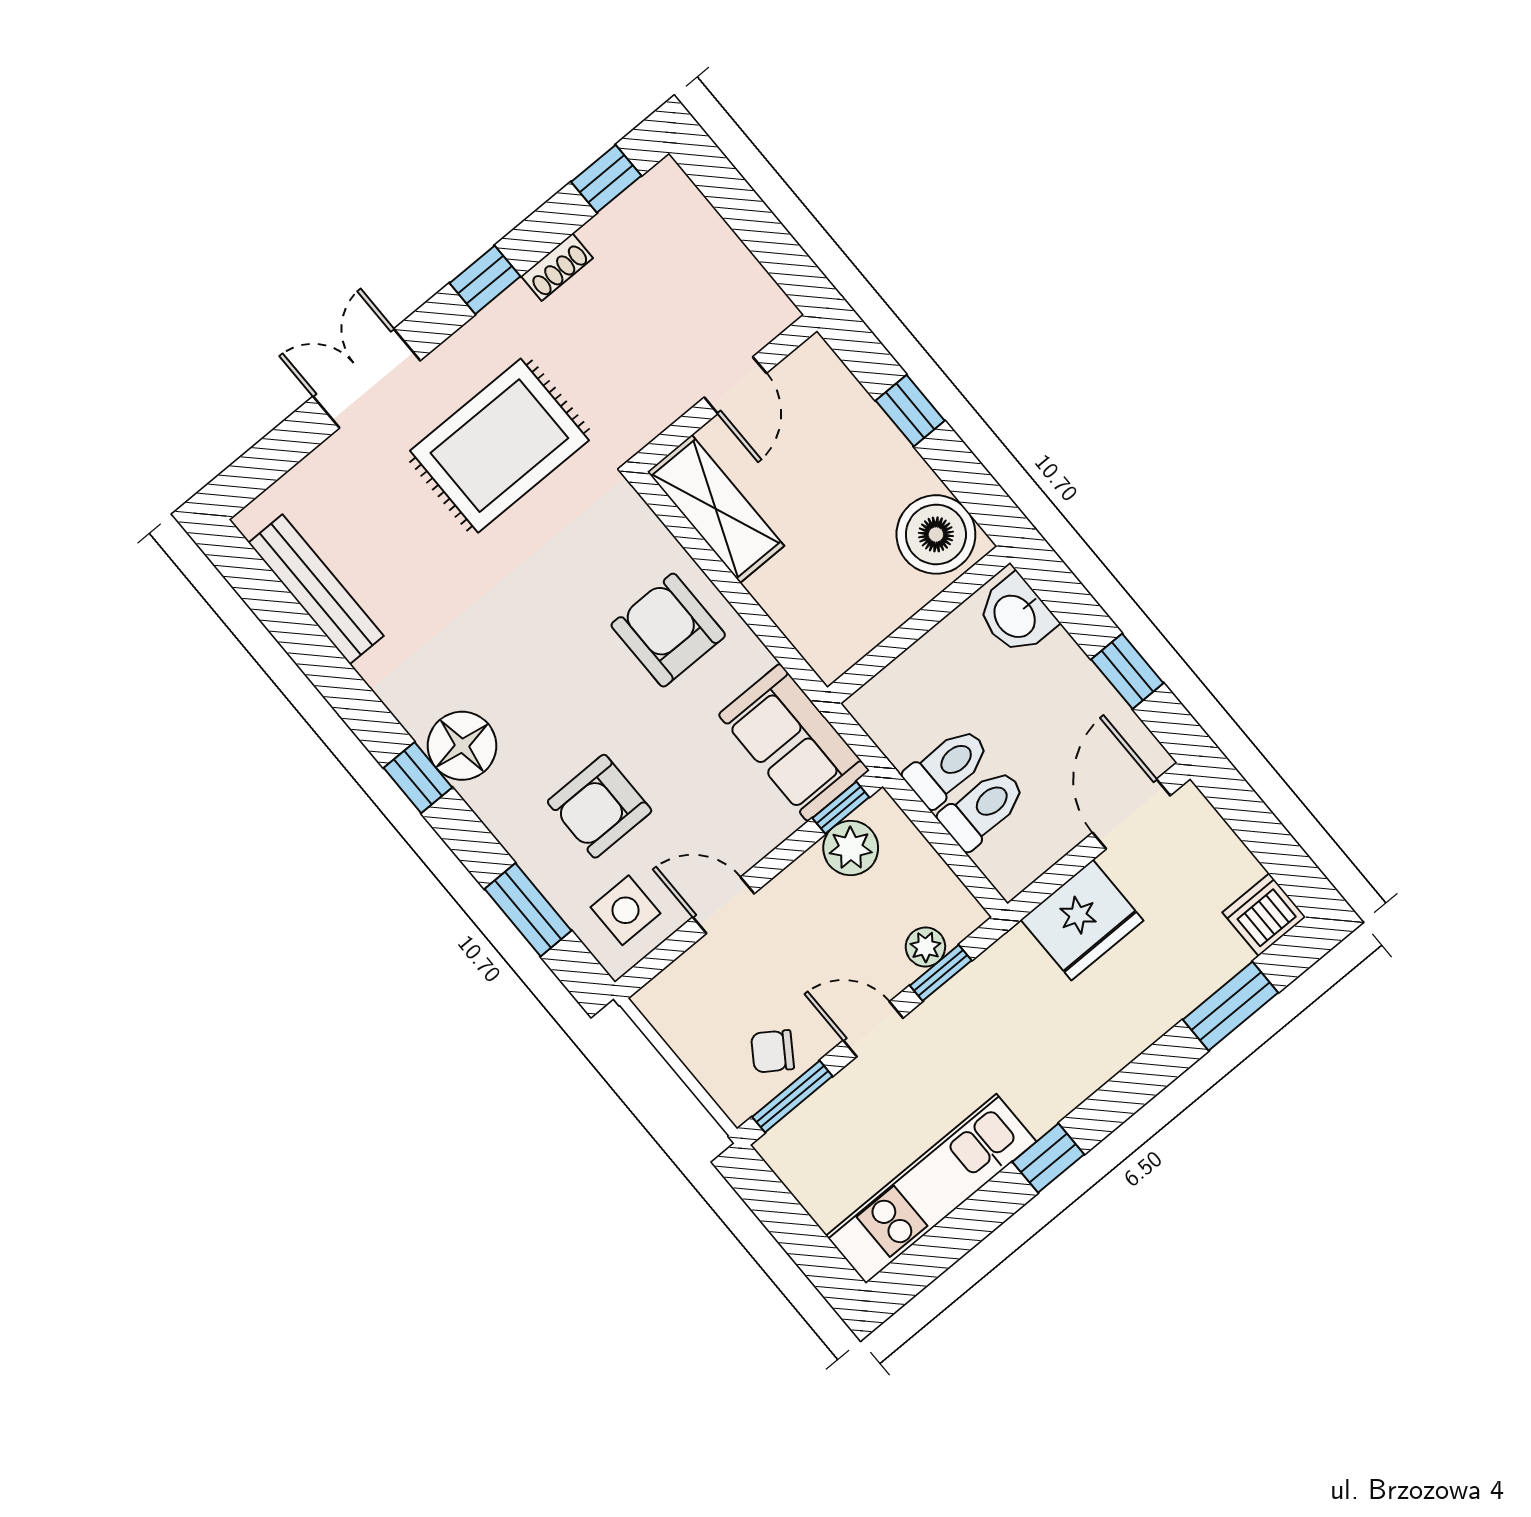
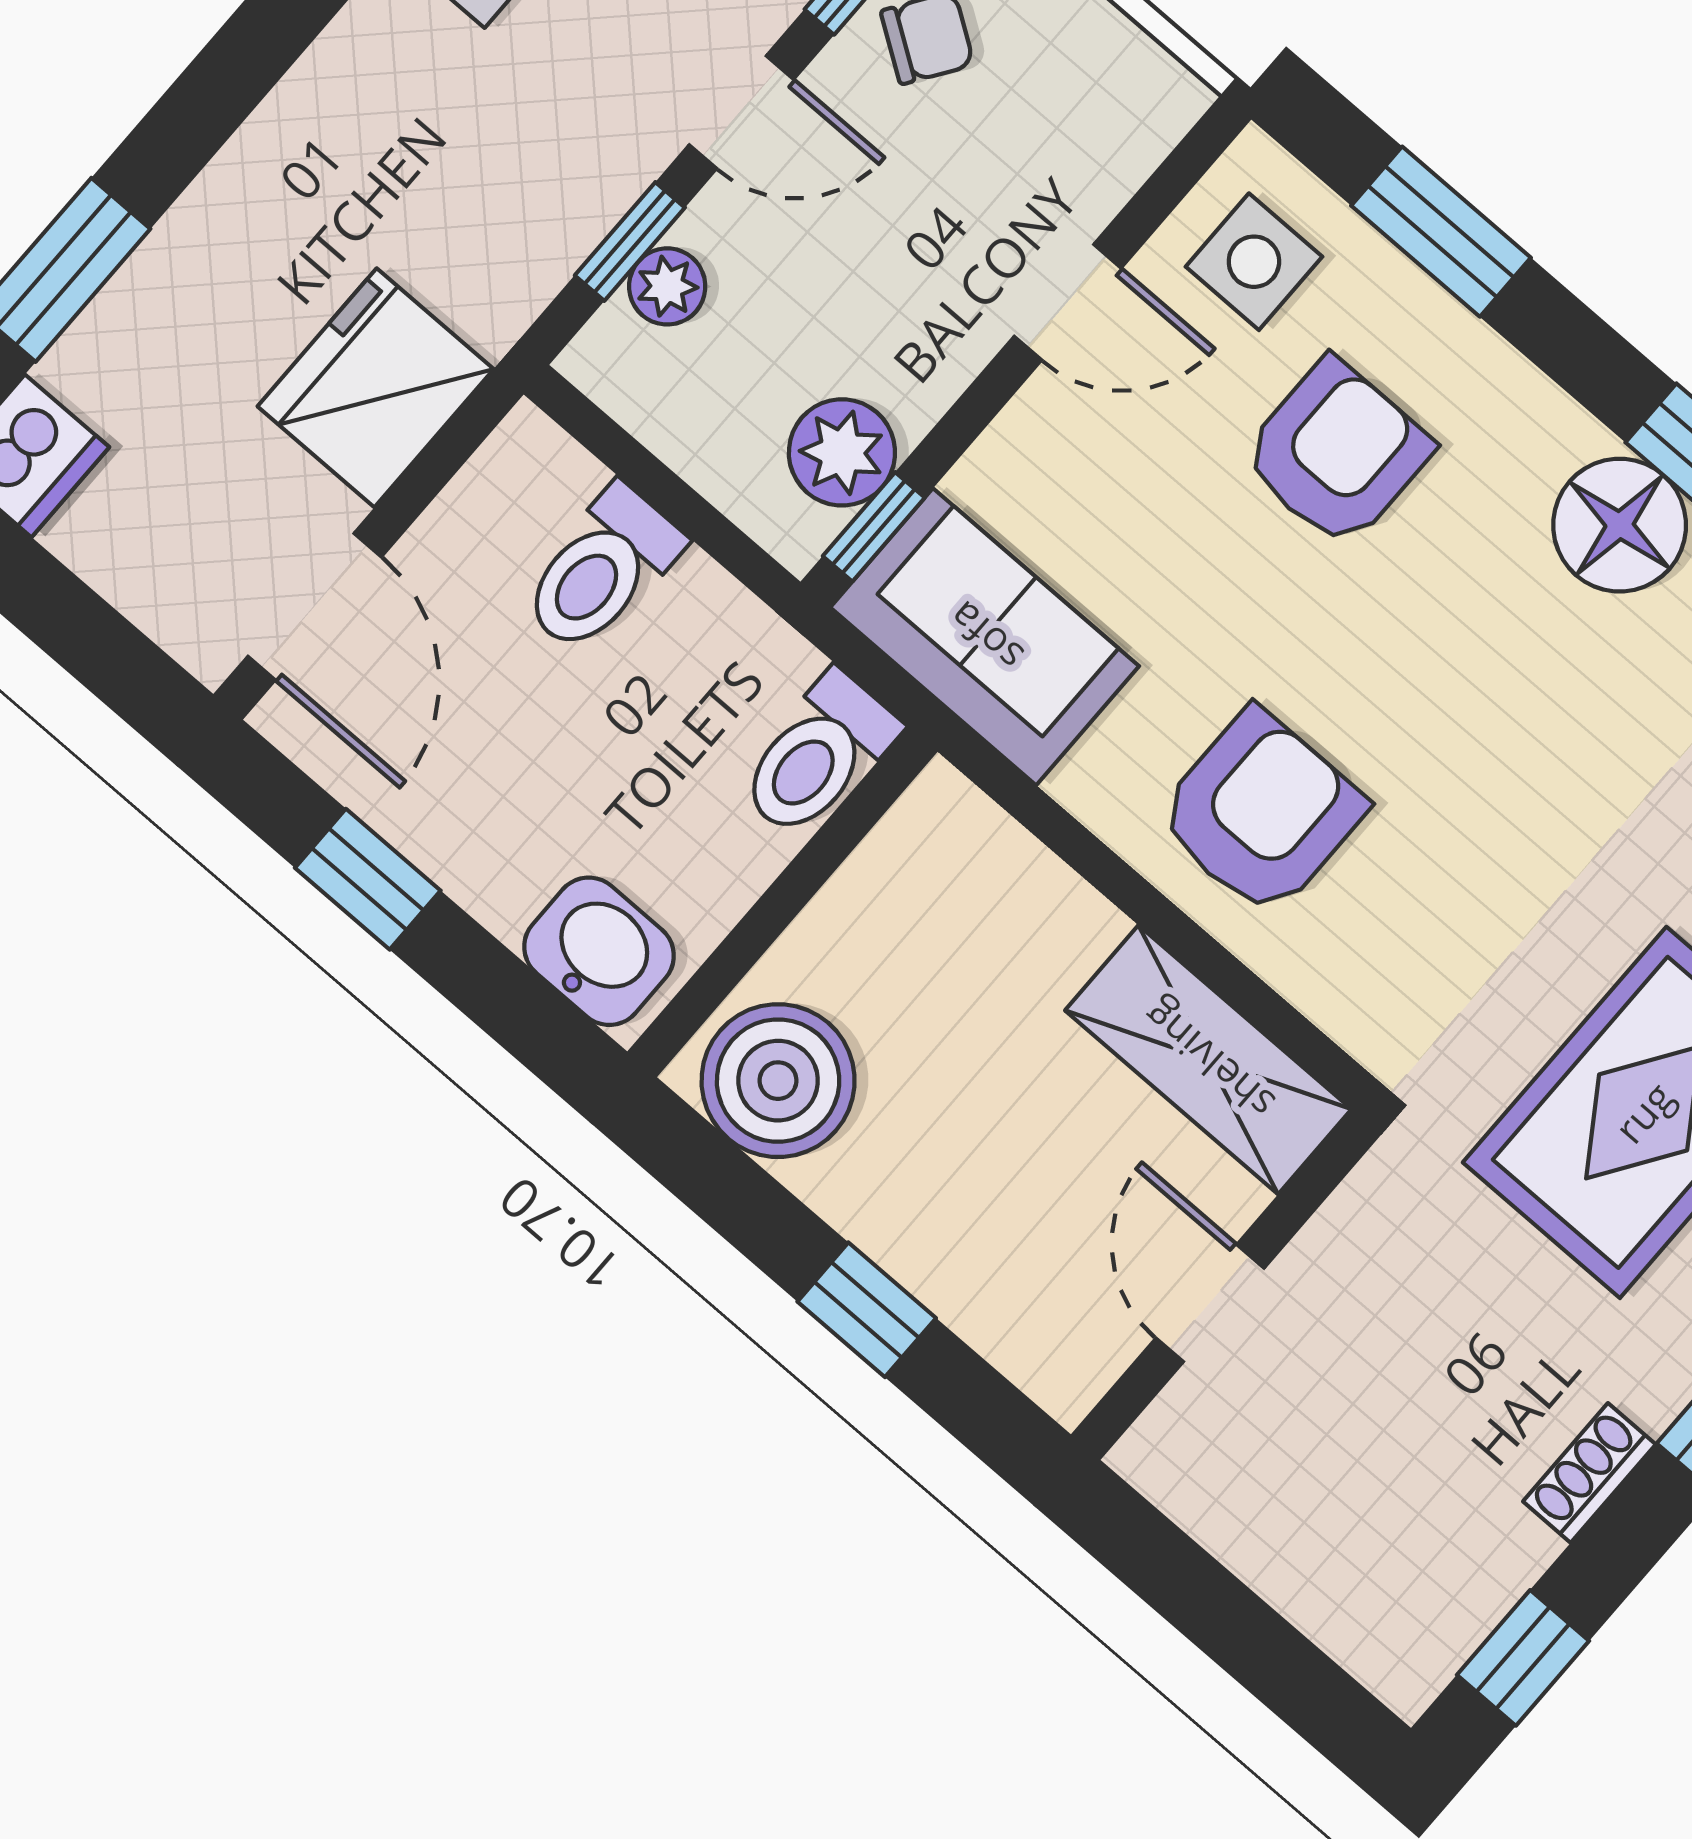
armchair: (668, 630) -> (1261, 812), turned -90
toilet: (947, 767) -> (818, 755), moved

